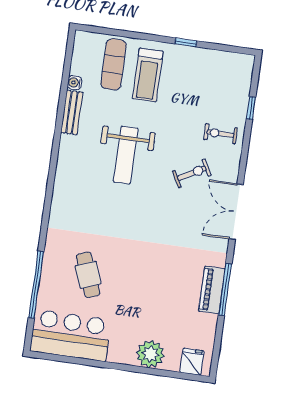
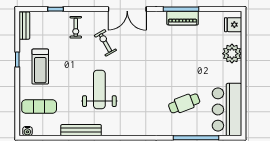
bench: (234, 60) -> (24, 26), added
treadmill: (148, 75) -> (40, 67), moved, turned 90
water cooler: (75, 83) -> (27, 131), moved
bench: (72, 112) -> (81, 130), width x1.36
weight bench: (126, 155) -> (99, 89), turned -90

